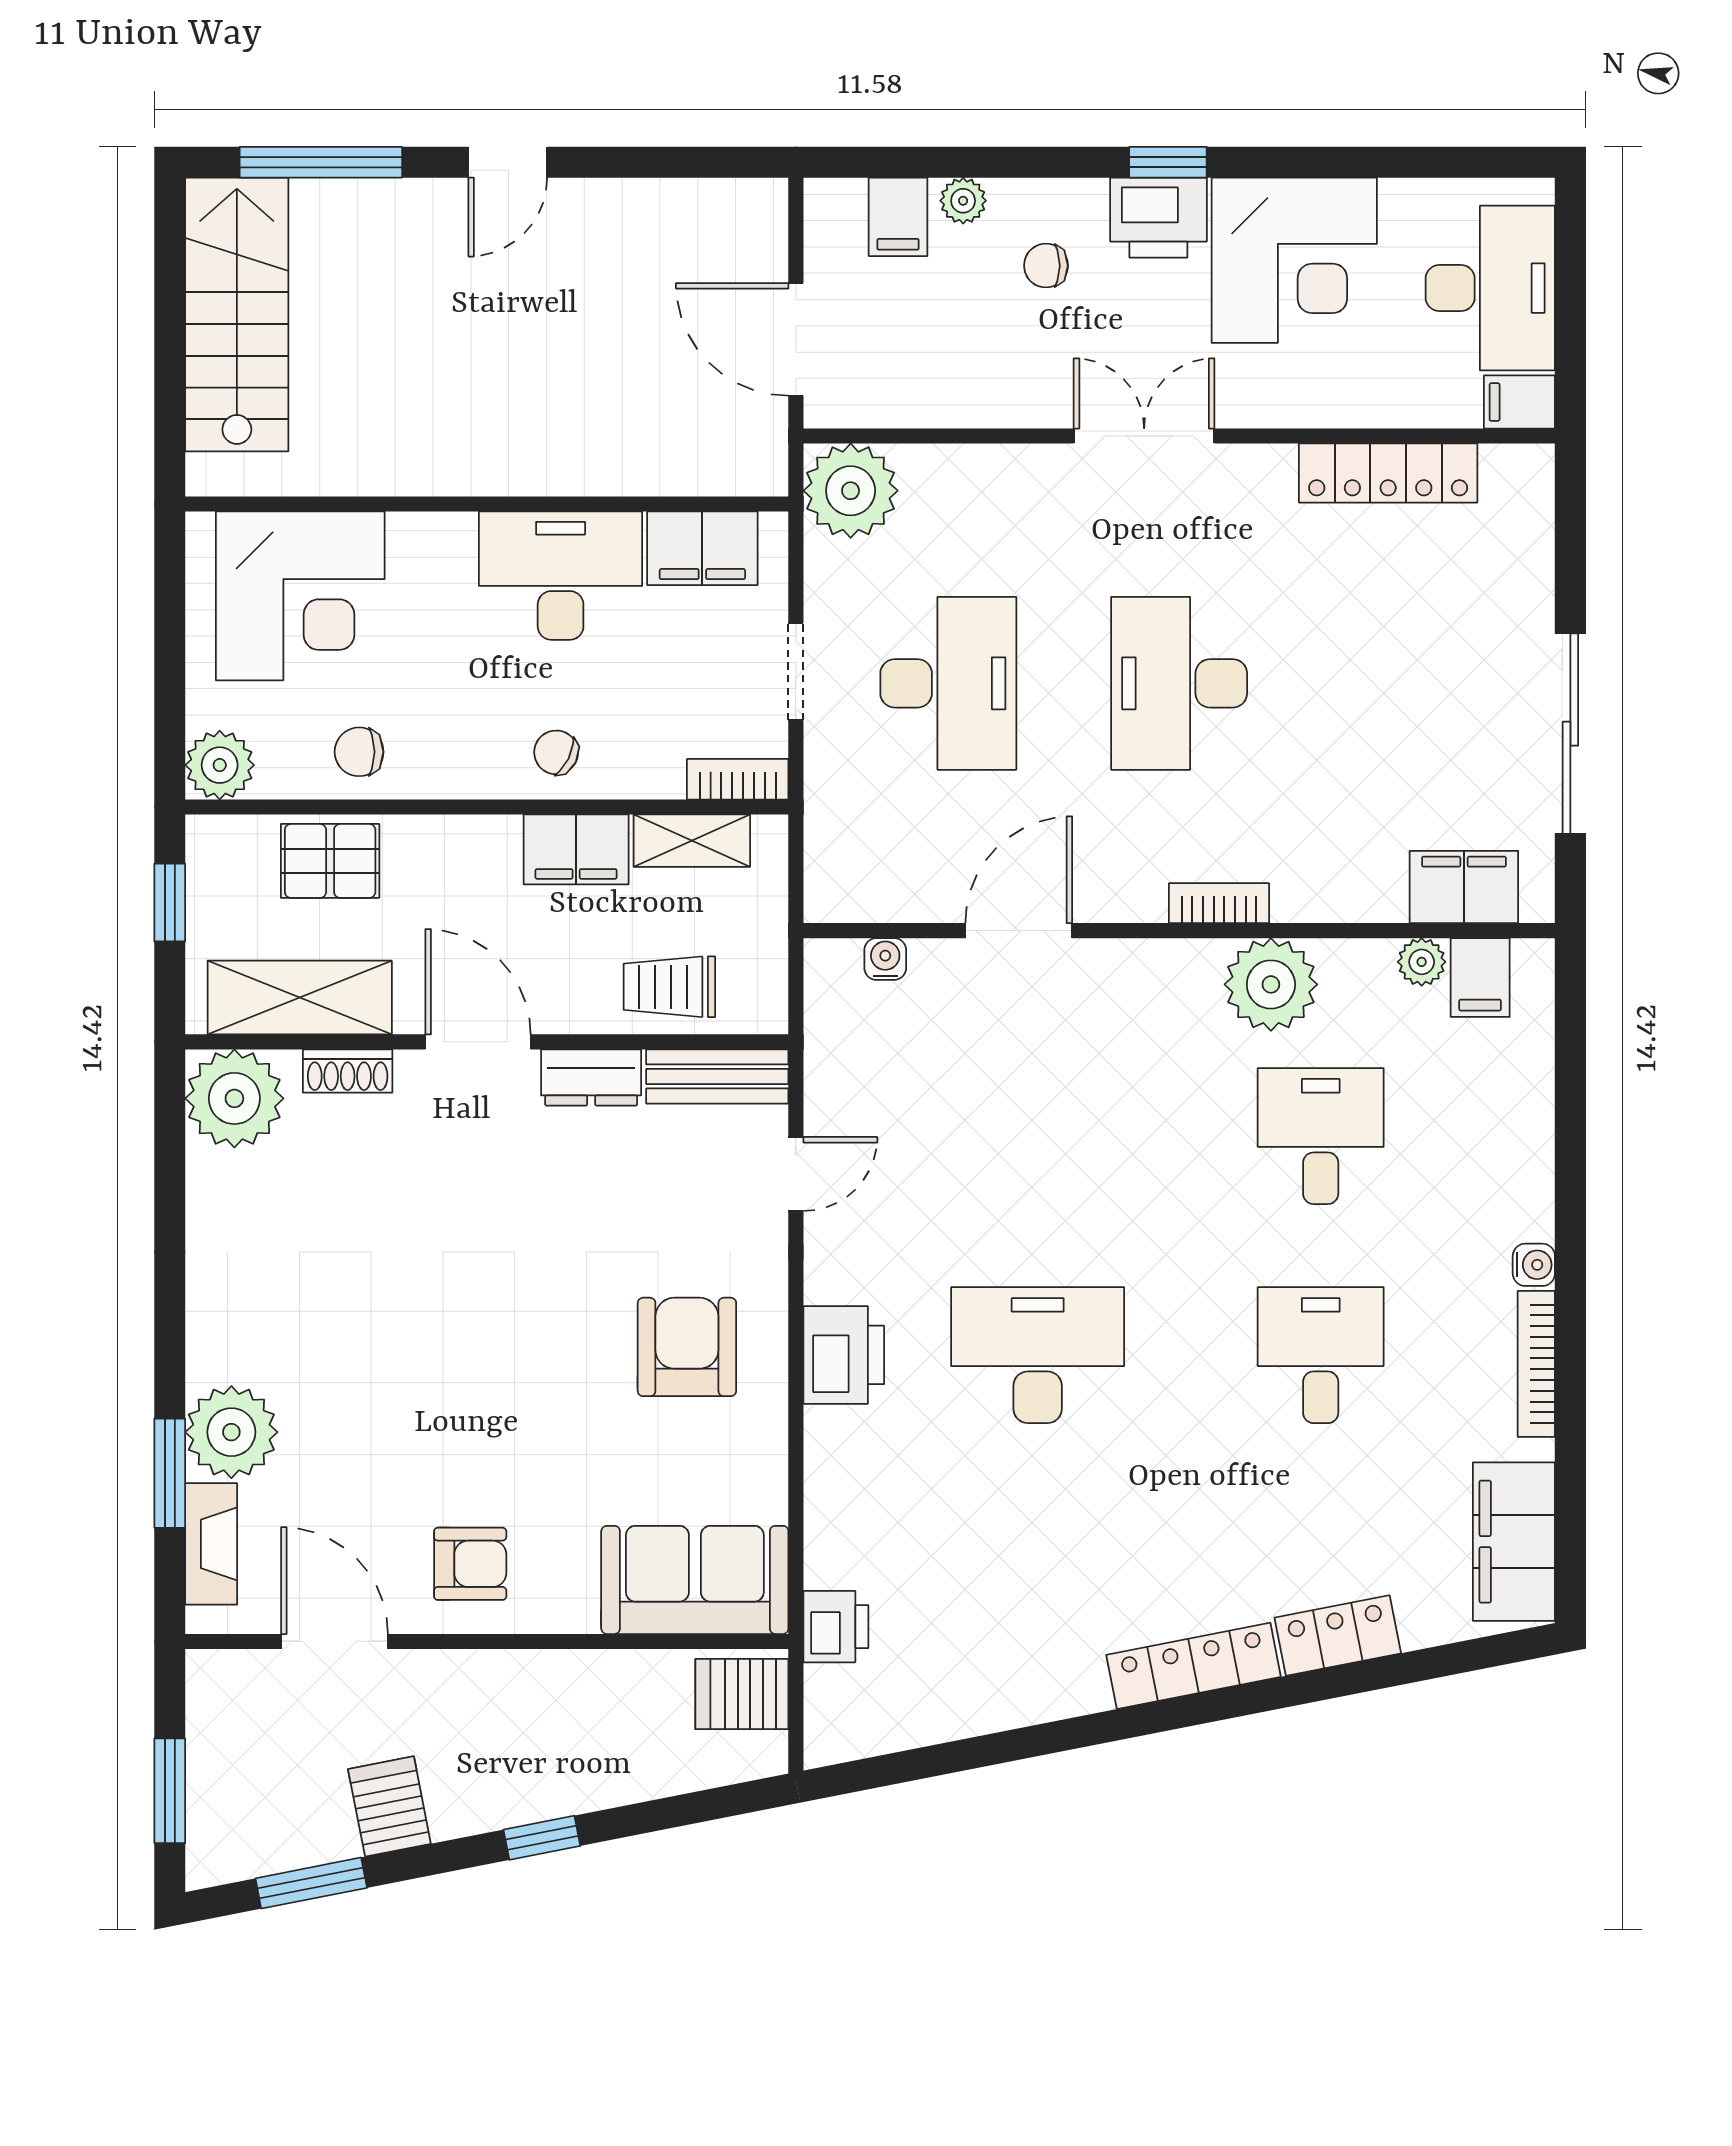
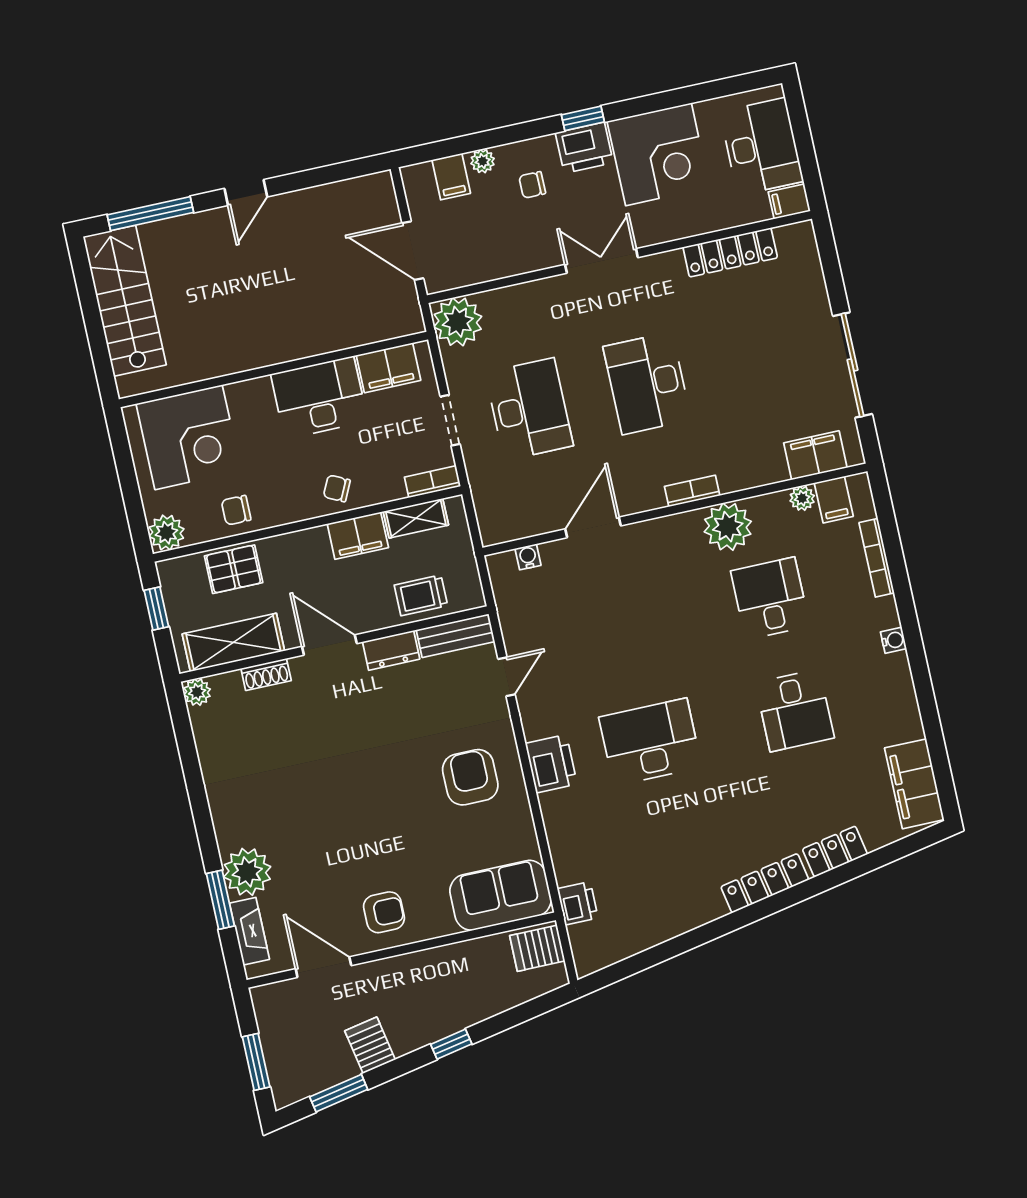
plant: (234, 1098) -> (197, 692), width x0.53, depth x0.53
desk: (1321, 1355) -> (795, 710), turned 180
bookcase: (1536, 1364) -> (877, 558), moved

